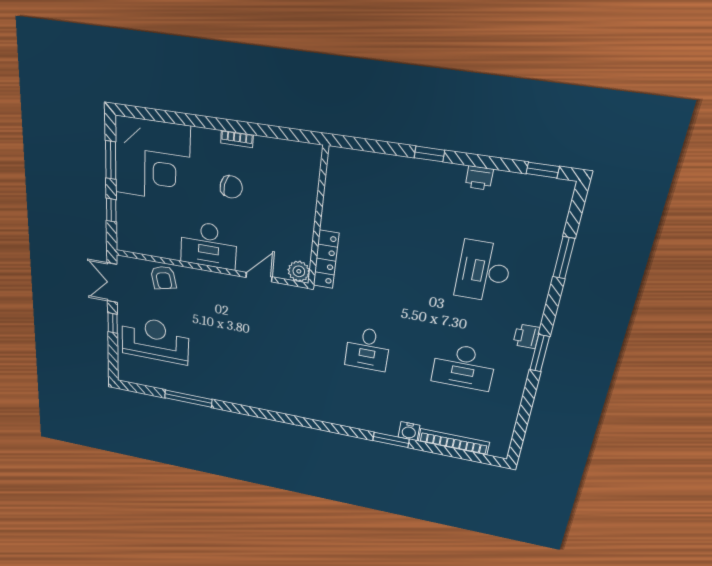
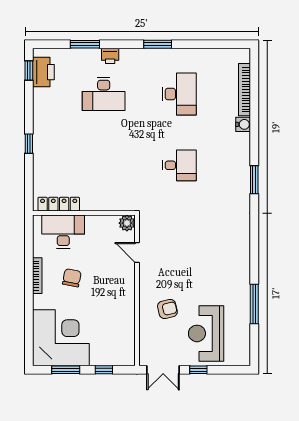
bookcase: (237, 139) -> (37, 276), width x1.56
printer: (479, 178) -> (43, 72), moved, width x1.87, depth x1.48
desk: (209, 245) -> (63, 232), moved, turned -90
locker: (326, 259) -> (59, 204), moved
armchair: (163, 278) -> (167, 309), moved
printer: (526, 336) -> (110, 56), moved
window: (391, 440) -> (254, 180), moved

